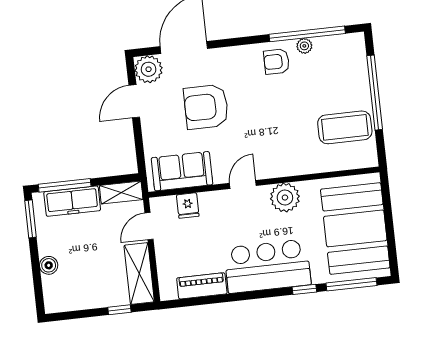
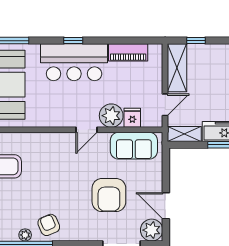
armchair: (276, 62) -> (49, 225), turned -113
door: (134, 101) -> (166, 206), swing flipped
armchair: (206, 107) -> (109, 195), turned 90
plant: (285, 198) -> (111, 116), moved
window: (304, 289) -> (73, 41), moved

